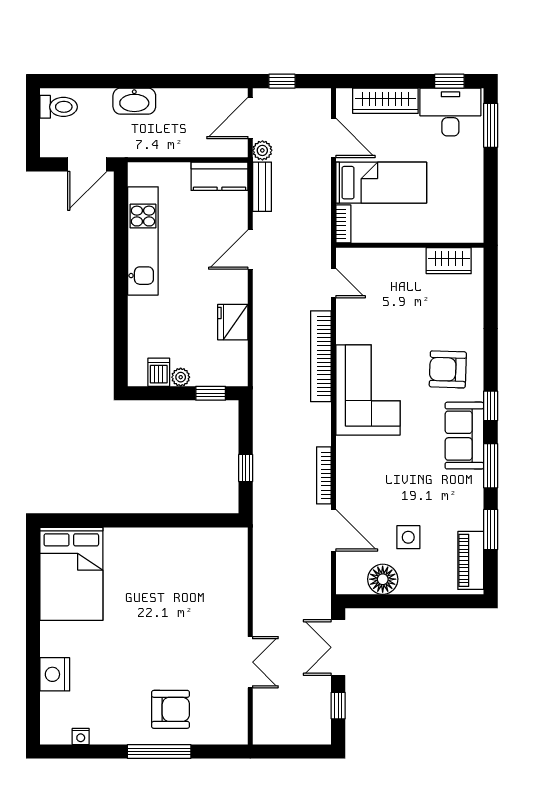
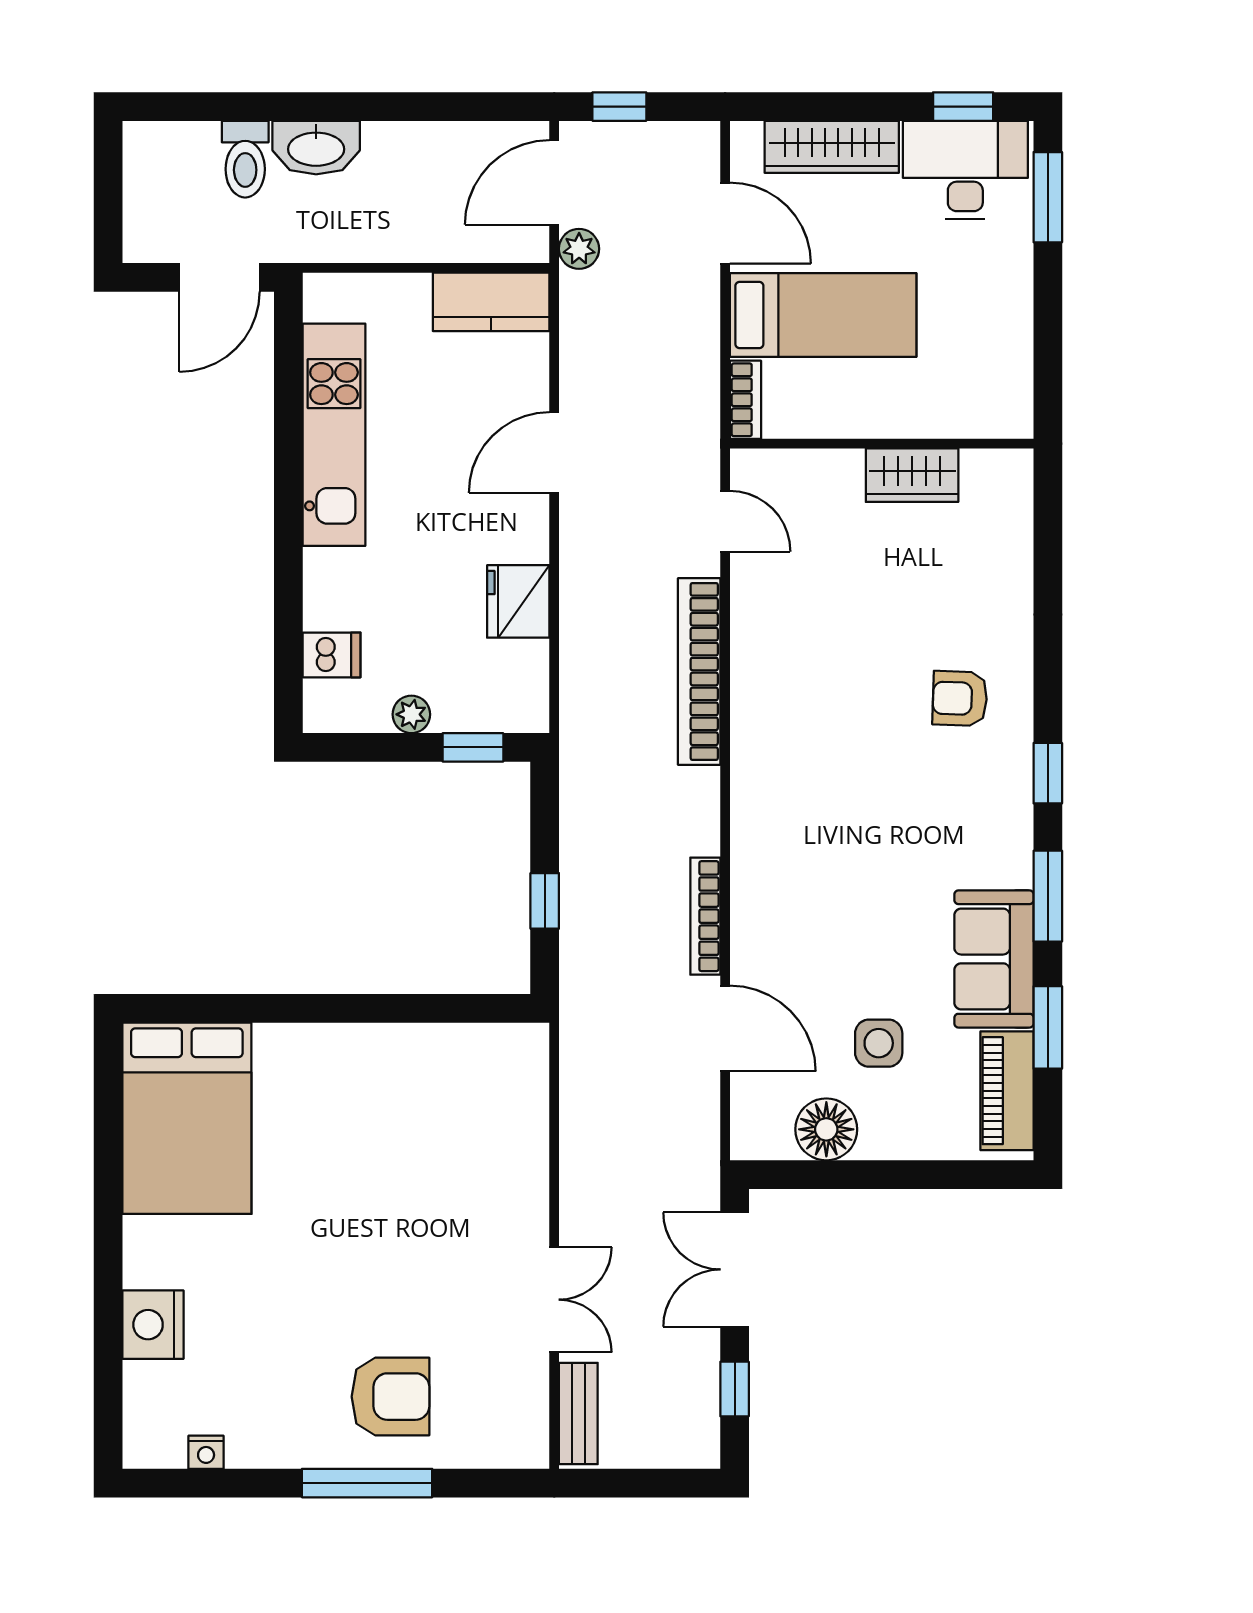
toilet: (59, 107) -> (245, 159), moved, turned 90
bench: (262, 187) -> (578, 1413), moved
wardrobe: (449, 261) -> (912, 475), moved
armchair: (448, 369) -> (960, 698), width x0.72, depth x0.72
dishwasher: (159, 372) -> (332, 655), moved, turned 90
corner sofa: (368, 390) -> (796, 741), removed
sofa: (464, 436) -> (994, 959), moved

